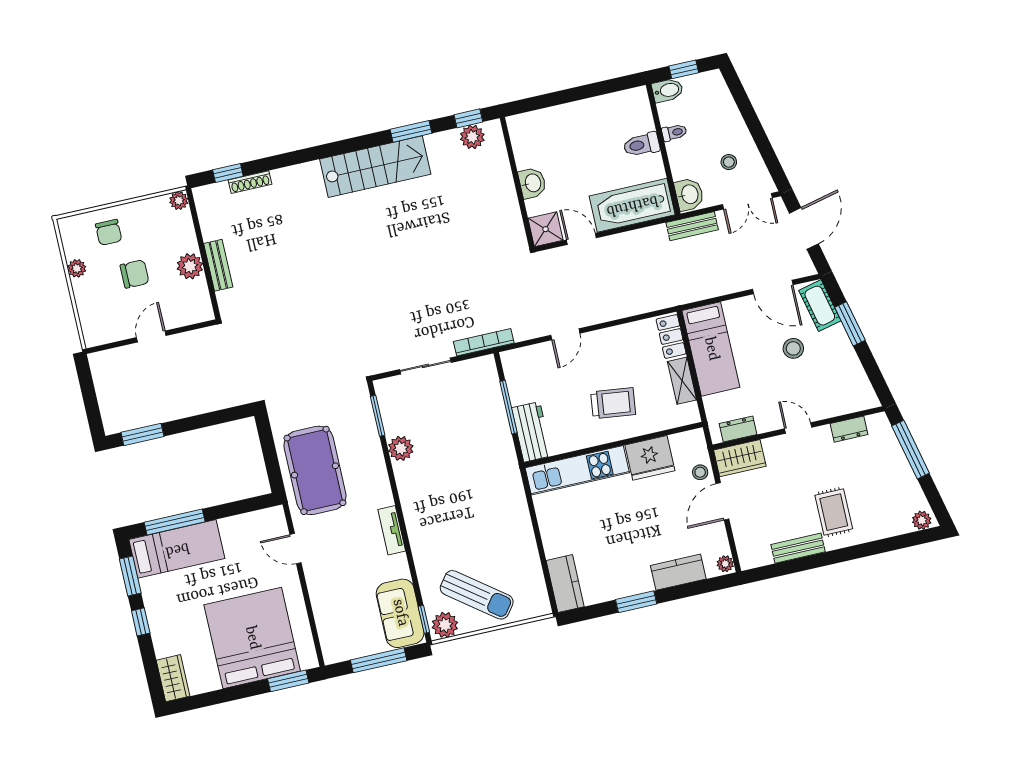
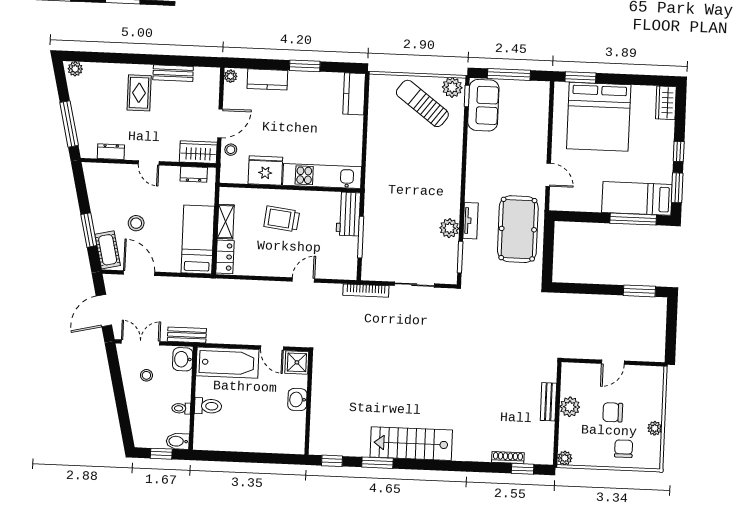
plant: (472, 137) -> (333, 446), removed
tv unit: (392, 530) -> (471, 221), moved

